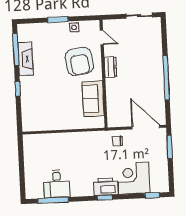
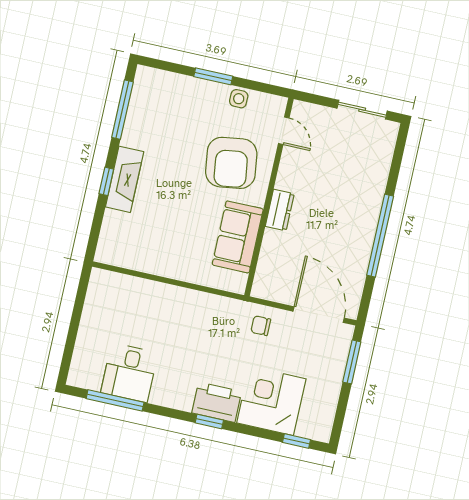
fireplace: (25, 59) -> (125, 179), moved
dresser: (110, 67) -> (280, 210), moved

